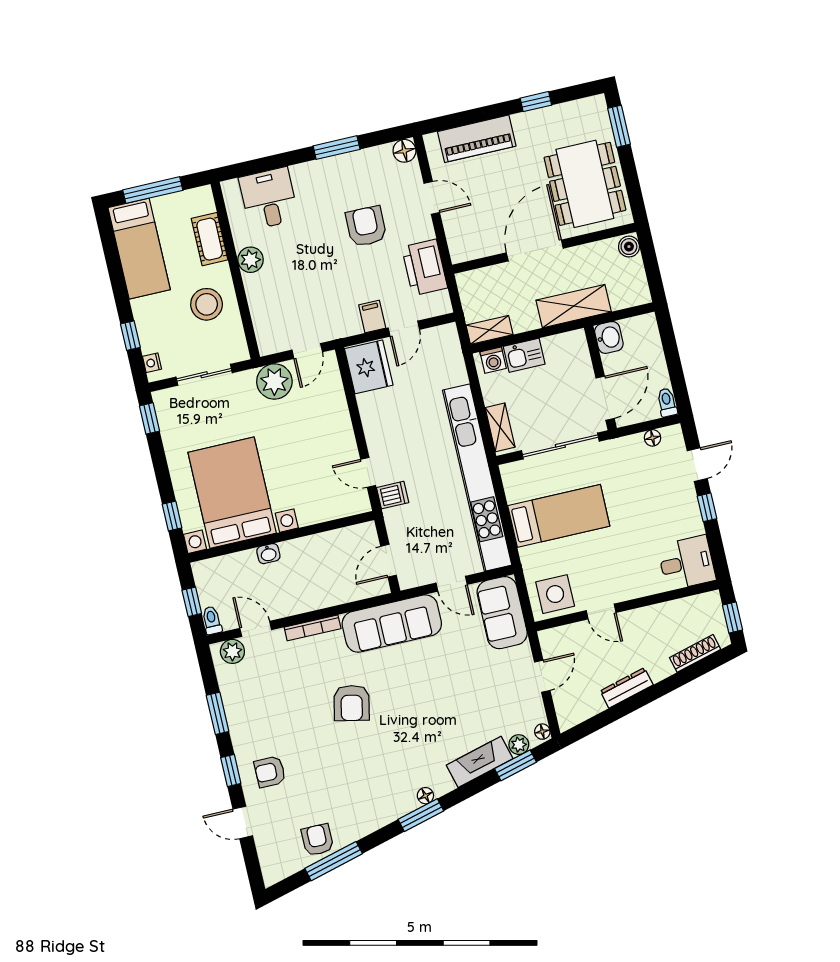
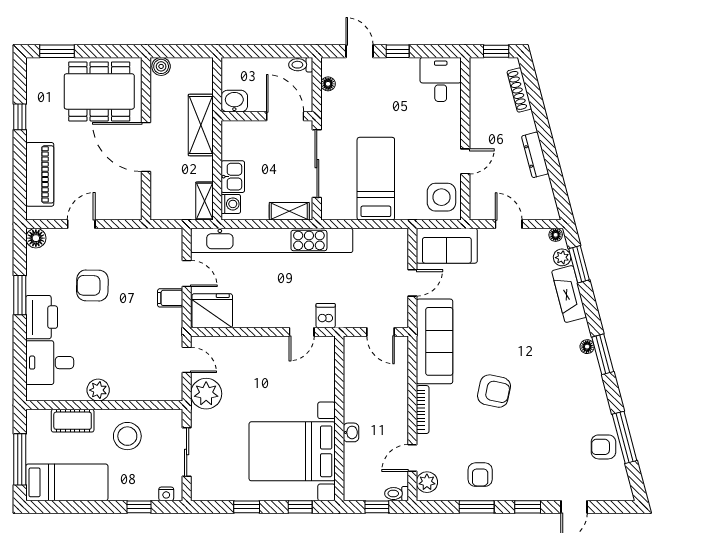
printer: (425, 267) -> (42, 317), moved, turned -90
window: (149, 418) -> (247, 507), moved
kitchen unit: (477, 478) -> (272, 240), moved
armchair: (270, 772) -> (480, 475), moved

